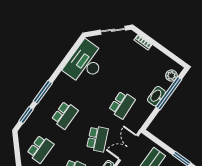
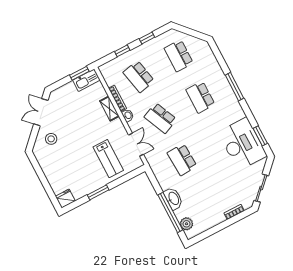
window: (26, 115) -> (260, 136), moved
double door: (128, 148) -> (136, 145), width x0.73

